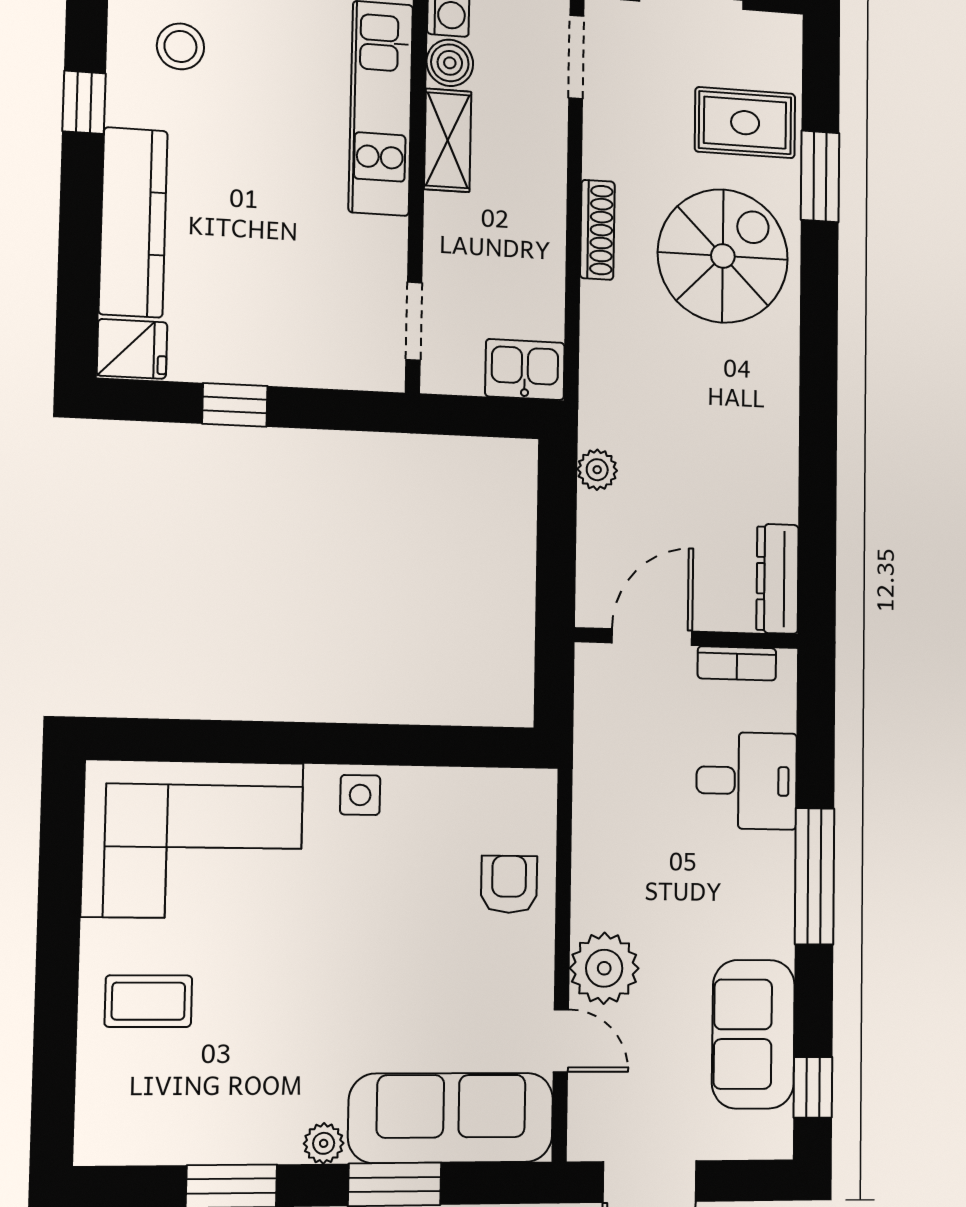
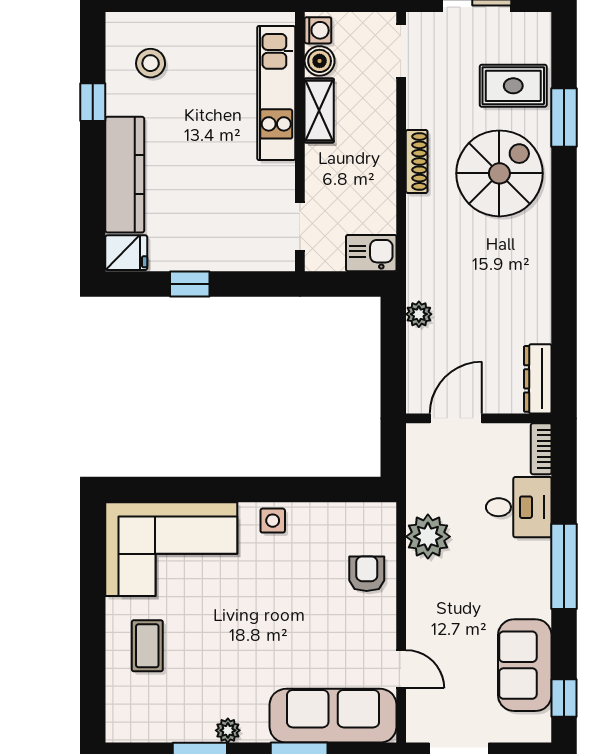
bookcase: (737, 663) -> (541, 449), moved, turned 90
plant: (604, 968) -> (428, 537), moved
coffee table: (148, 1001) -> (147, 646), turned 90
plant: (324, 1143) -> (228, 730), moved

